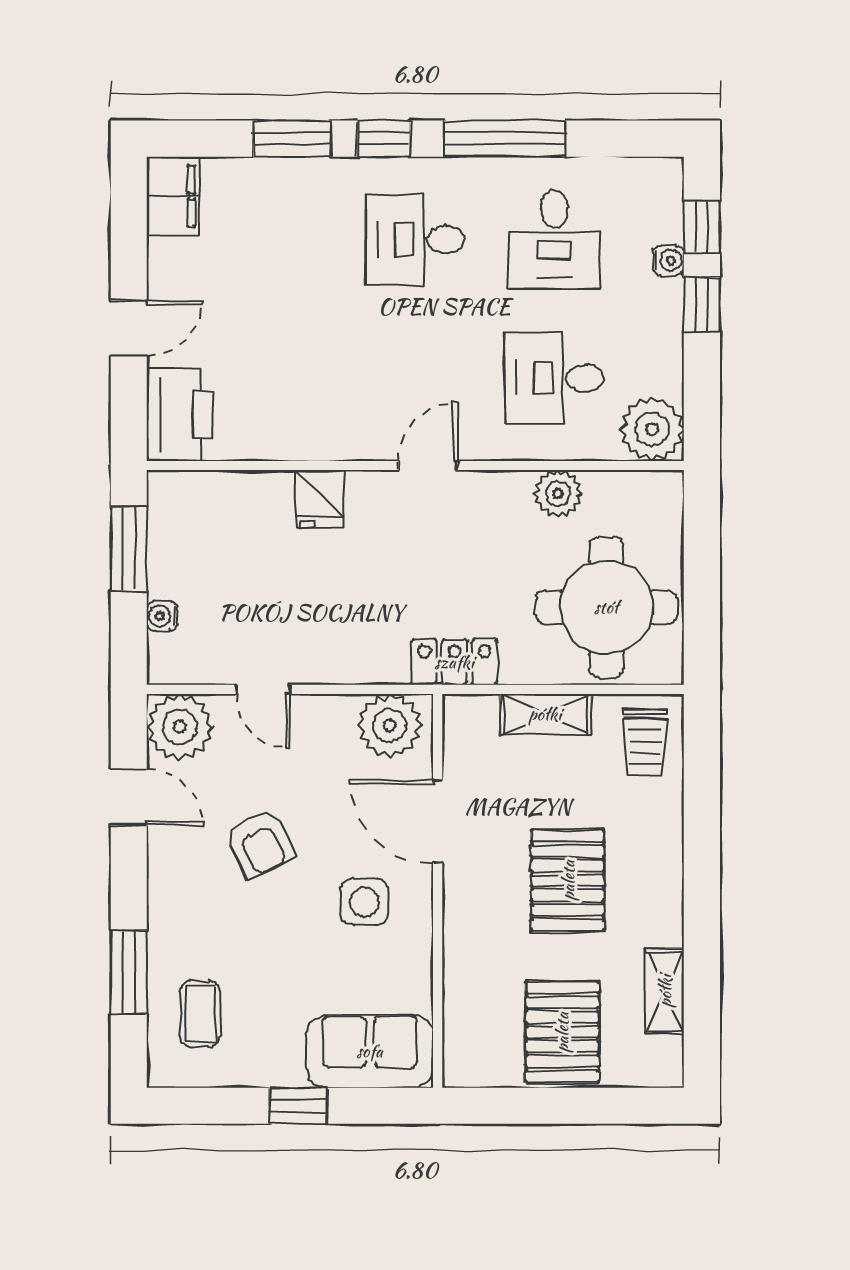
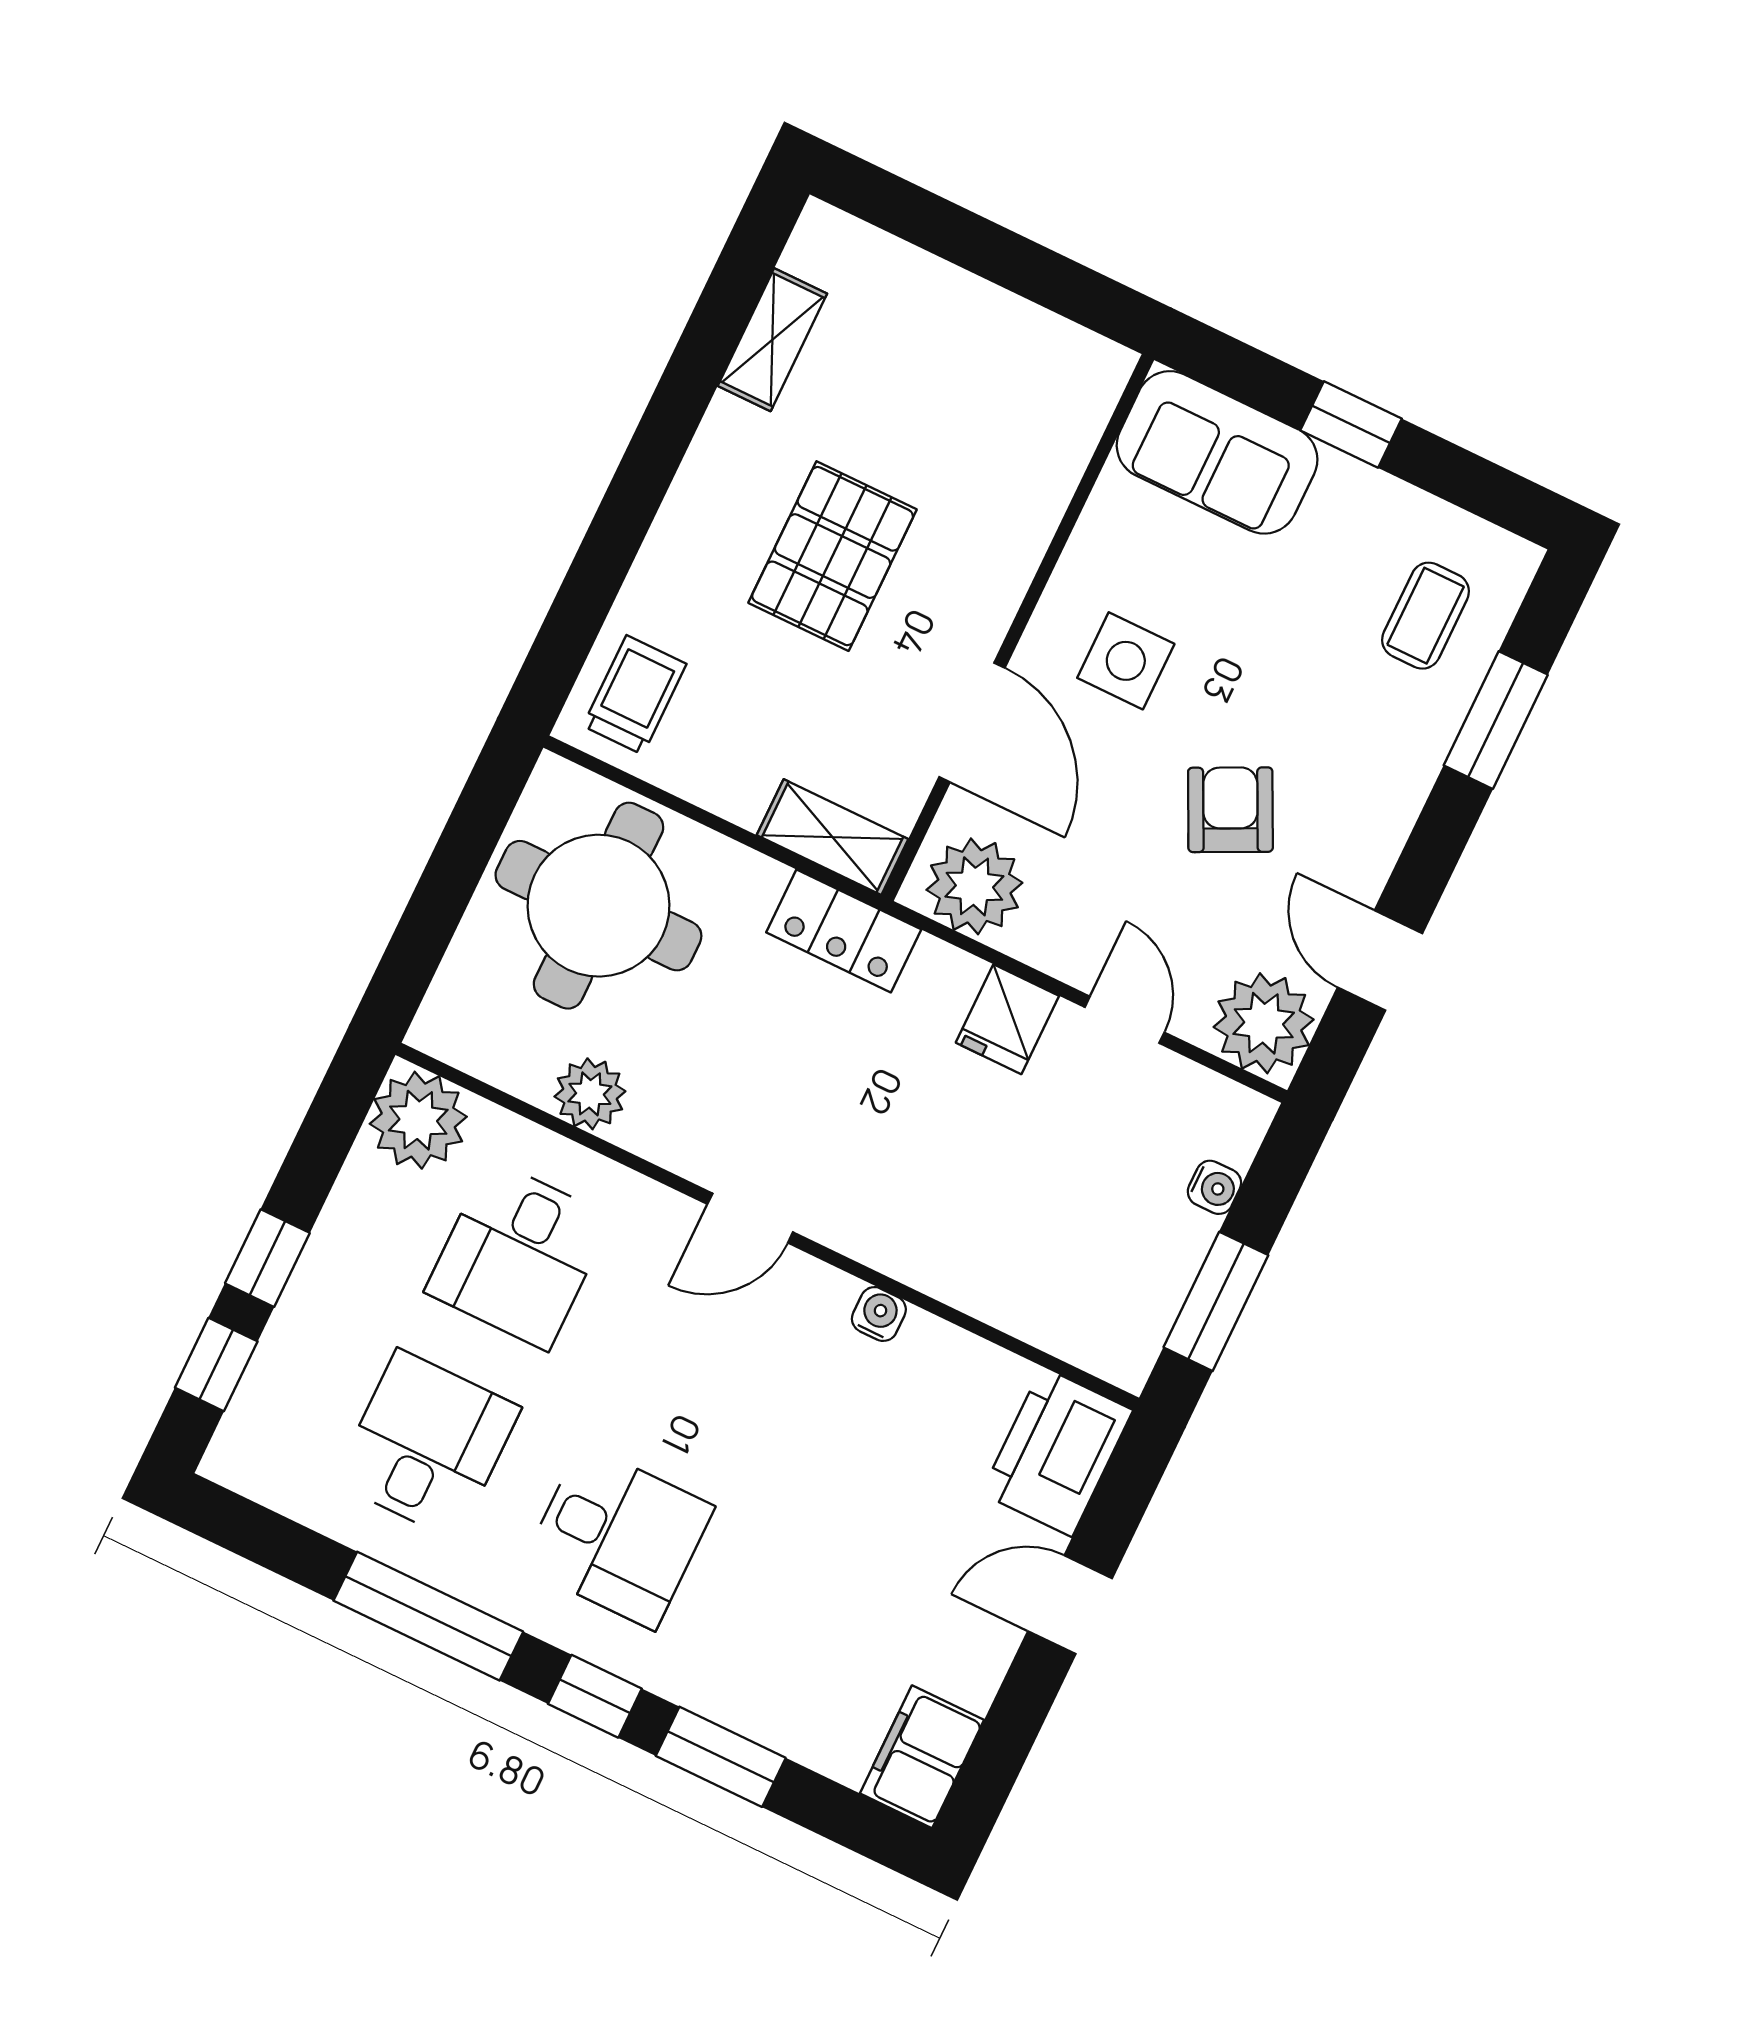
water cooler: (668, 261) -> (879, 1314), moved, turned 90
desk: (554, 378) -> (518, 1255), turned 90
fridge: (320, 499) -> (1007, 1019), moved, turned 180
shelving: (545, 714) -> (833, 837), moved
pallet: (562, 1032) -> (940, 352), removed

